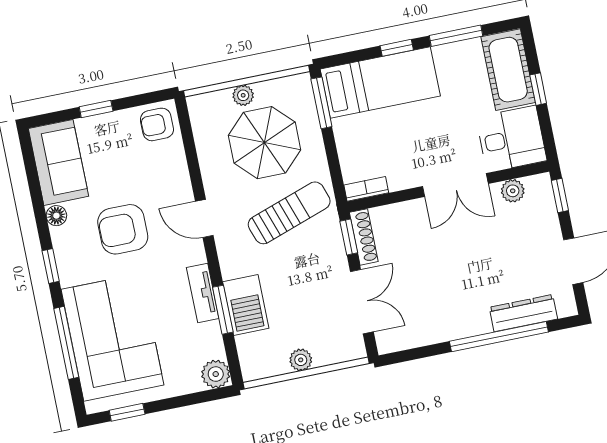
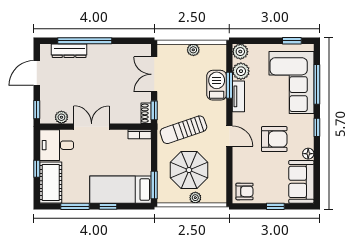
shoe rack: (364, 237) -> (146, 113), width x0.70
plant: (207, 339) -> (241, 71), added

